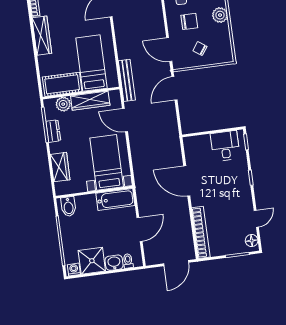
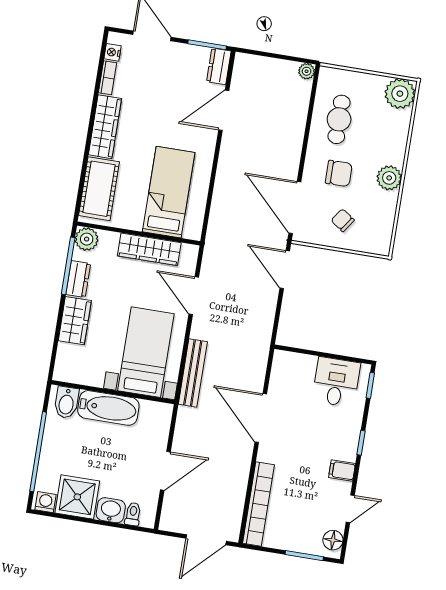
door: (169, 50) -> (295, 207), width x1.36
bench: (127, 80) -> (193, 373), moved
cot: (62, 84) -> (99, 189), moved, turned 90
door: (174, 88) -> (285, 270), hinge flipped
plant: (63, 104) -> (87, 239), moved
wardrobe: (60, 167) -> (75, 321), moved
filing cabinet: (244, 198) -> (342, 470), added
bathtub: (115, 199) -> (108, 408), moved

